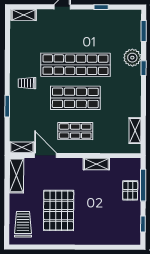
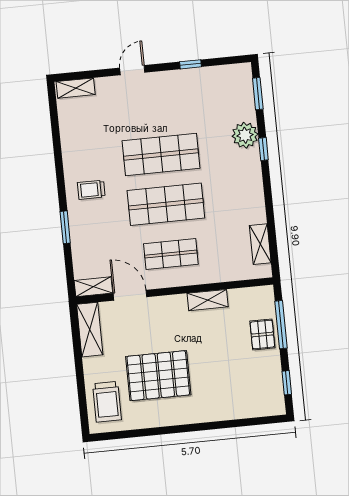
shop shelf: (75, 65) -> (161, 155), width x0.71
pallet: (59, 210) -> (158, 376), turned 90
trolley: (23, 224) -> (107, 402), turned 180

